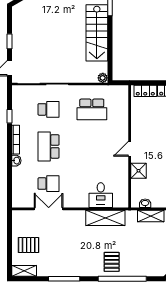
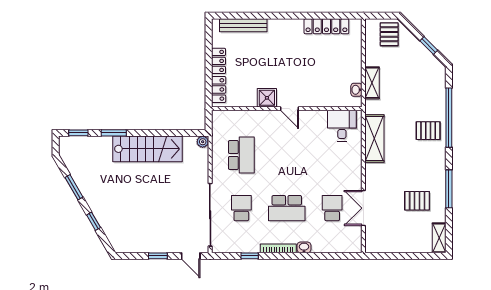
shower: (139, 171) -> (267, 98), moved
desk: (101, 195) -> (342, 126), moved, turned -90
pallet: (29, 245) -> (417, 201), moved, turned 90

